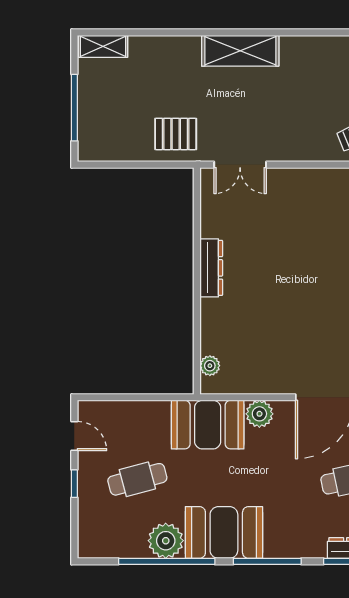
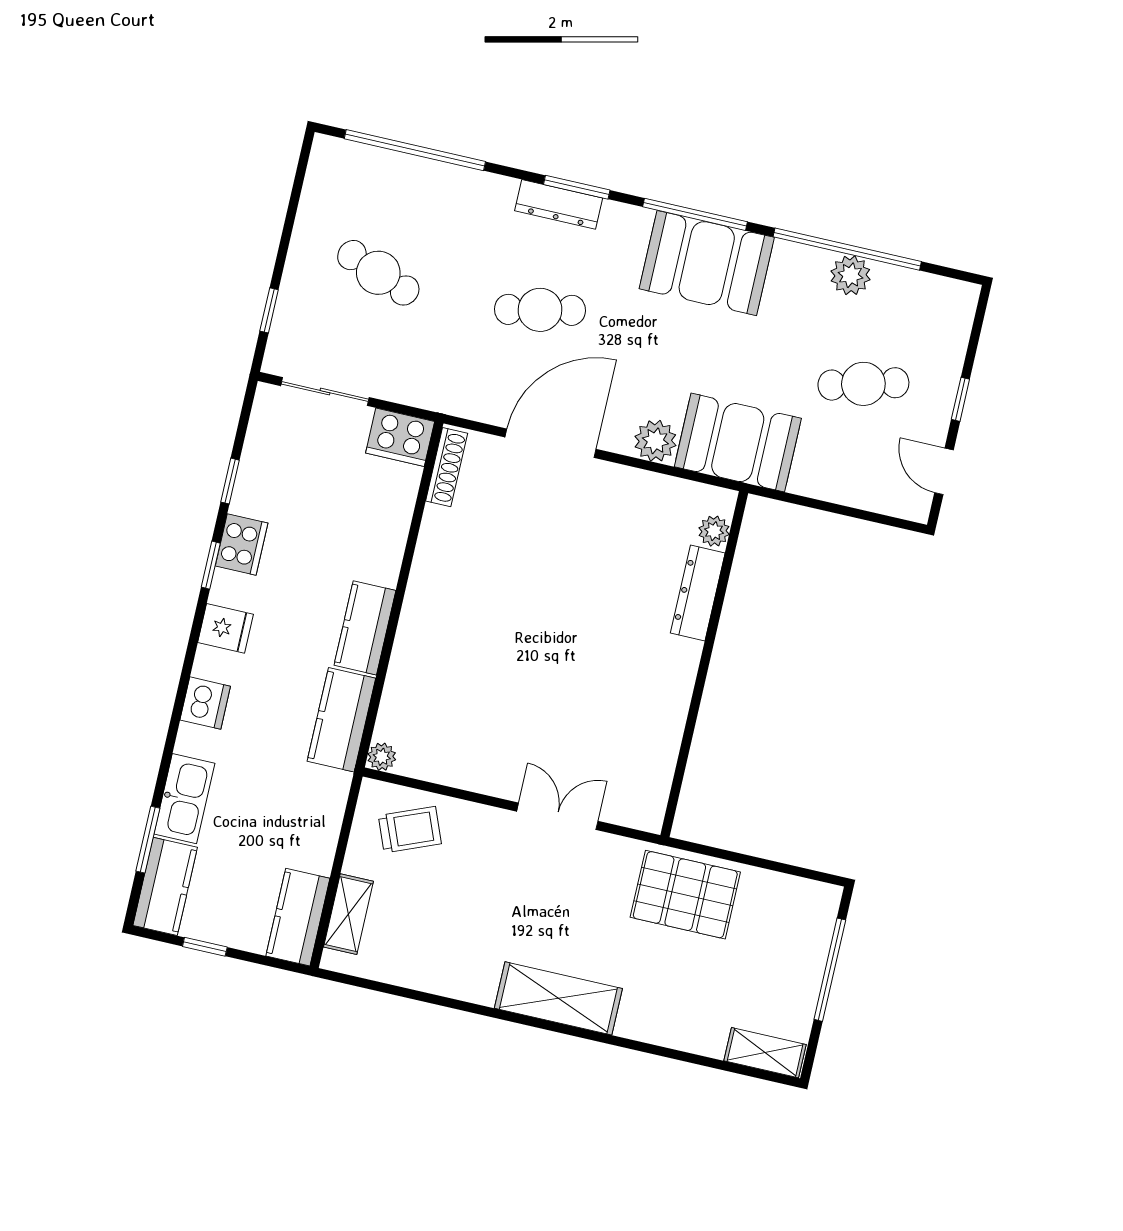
pallet: (176, 134) -> (685, 895), width x1.50, depth x1.42
double door: (240, 165) -> (557, 816), moved
dresser: (211, 268) -> (698, 593), moved
booth: (224, 532) -> (707, 263), moved
plant: (166, 541) -> (850, 275), width x0.73, depth x0.73

